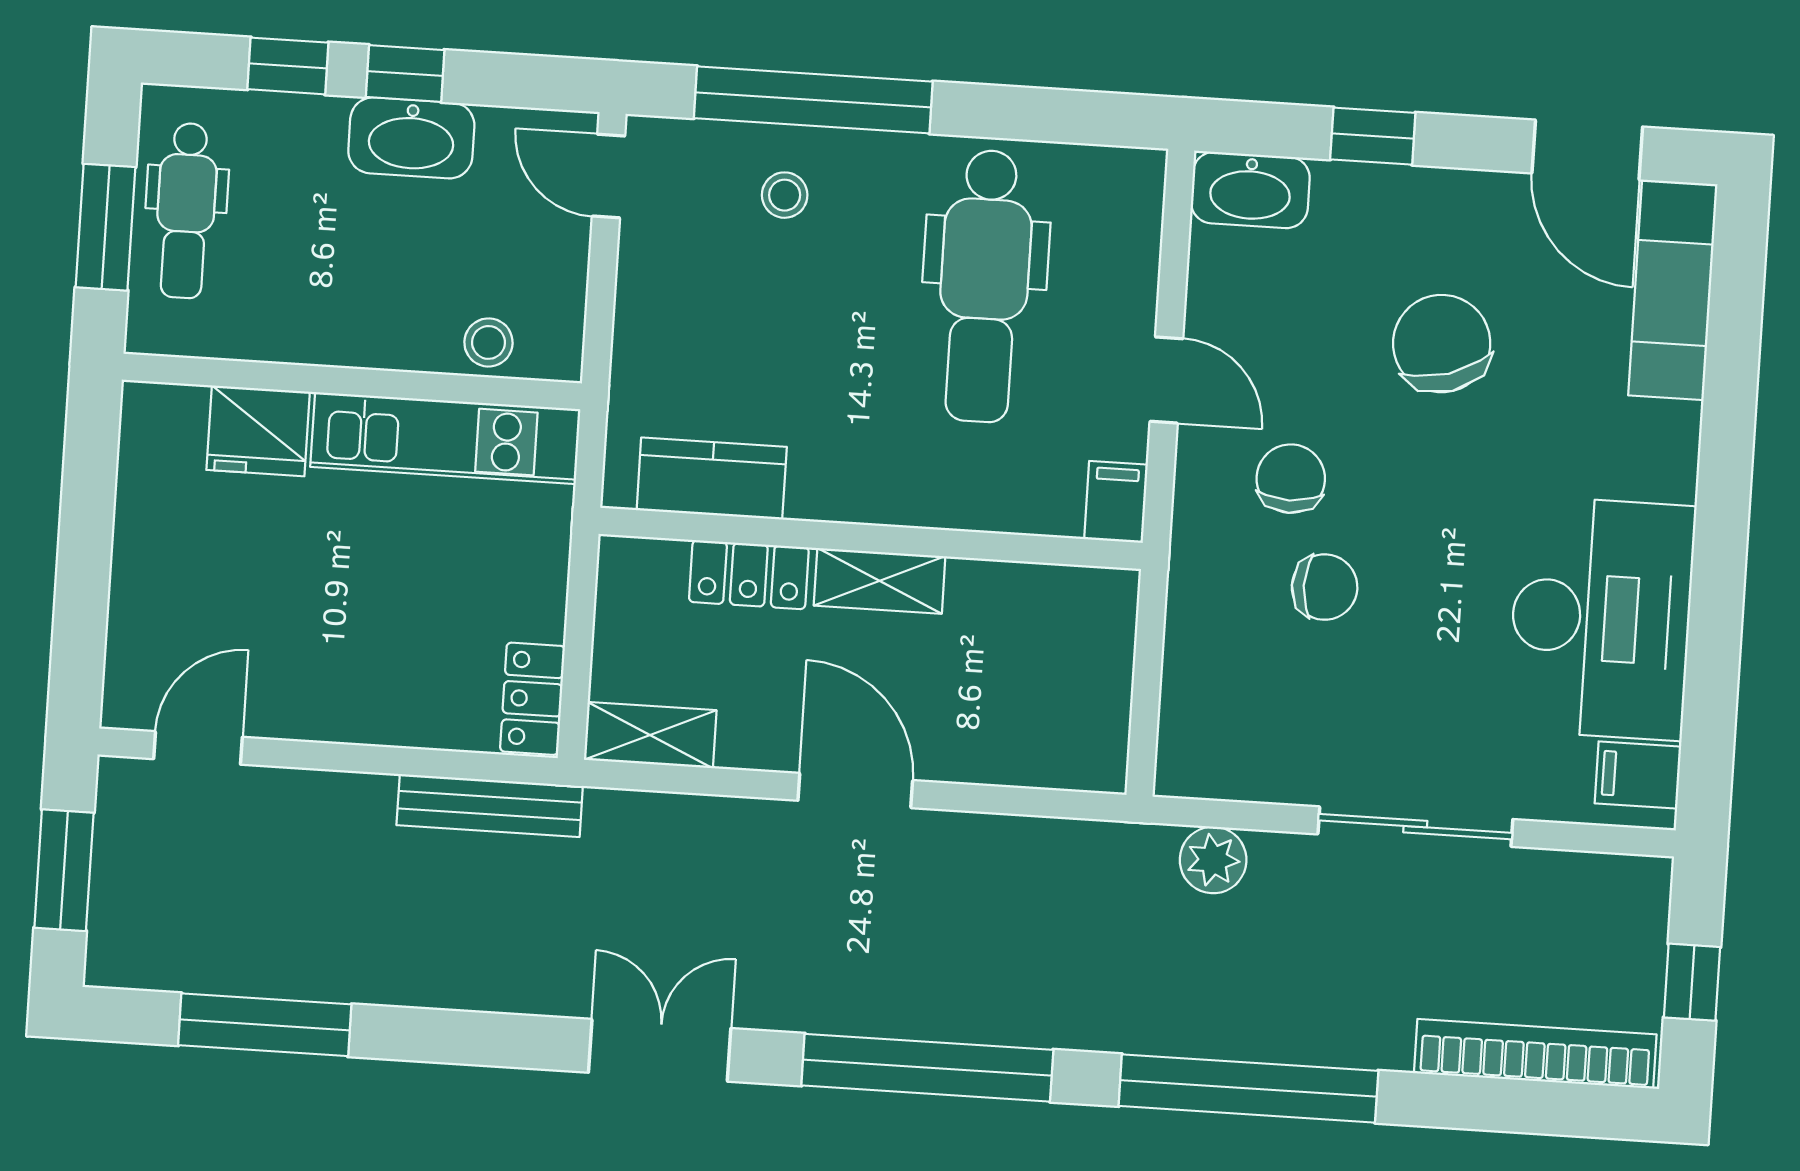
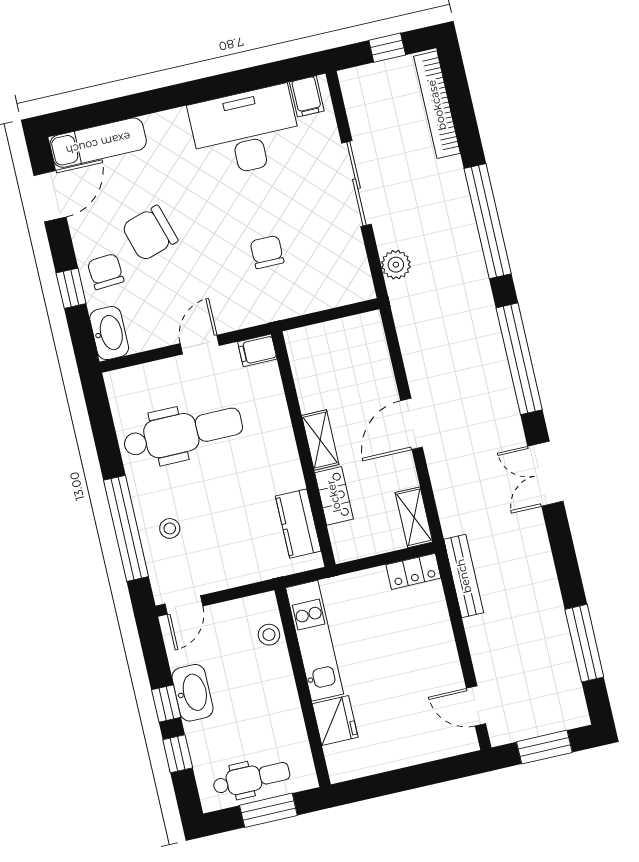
chair: (1291, 479) -> (106, 272), moved, turned 86

